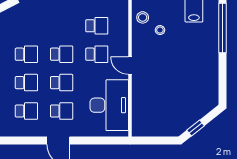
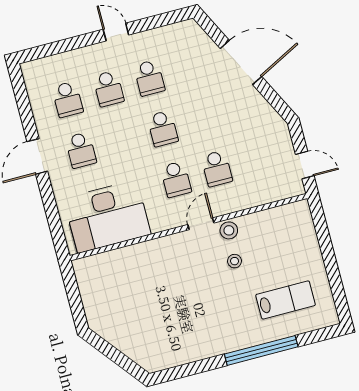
stool: (143, 17) -> (229, 230), moved
door: (130, 66) -> (201, 224), moved
school desk: (62, 83) -> (122, 139), removed
window: (196, 128) -> (107, 349), removed

